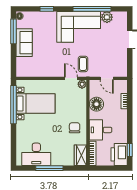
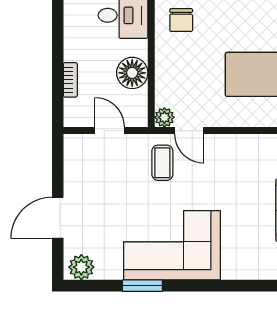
window: (47, 9) -> (243, 286), removed
window: (92, 9) -> (142, 286), width x0.47
plant: (107, 17) -> (81, 267), moved

